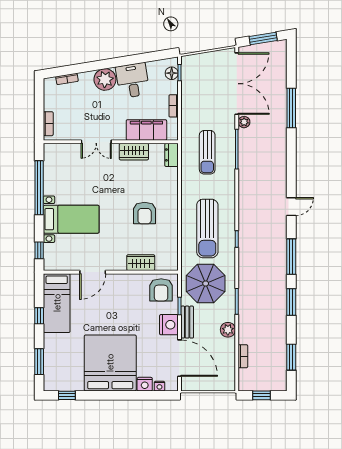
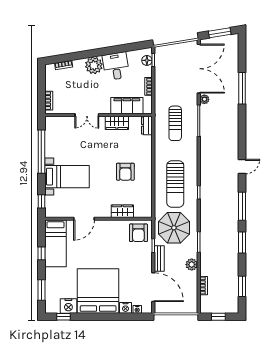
nightstand: (169, 325) -> (68, 306), moved, turned 90

